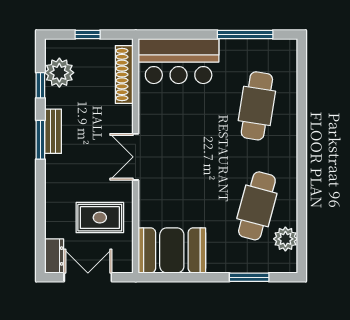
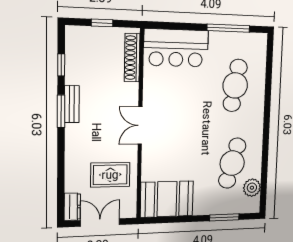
plant: (59, 73) -> (78, 55), removed

